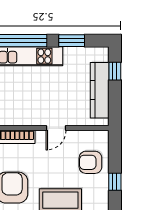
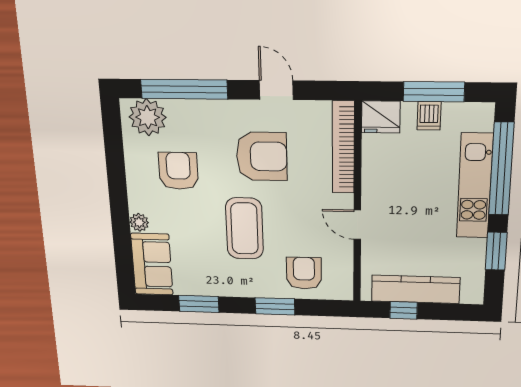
window: (115, 71) -> (403, 310), moved
window: (115, 182) -> (275, 306), width x1.50

